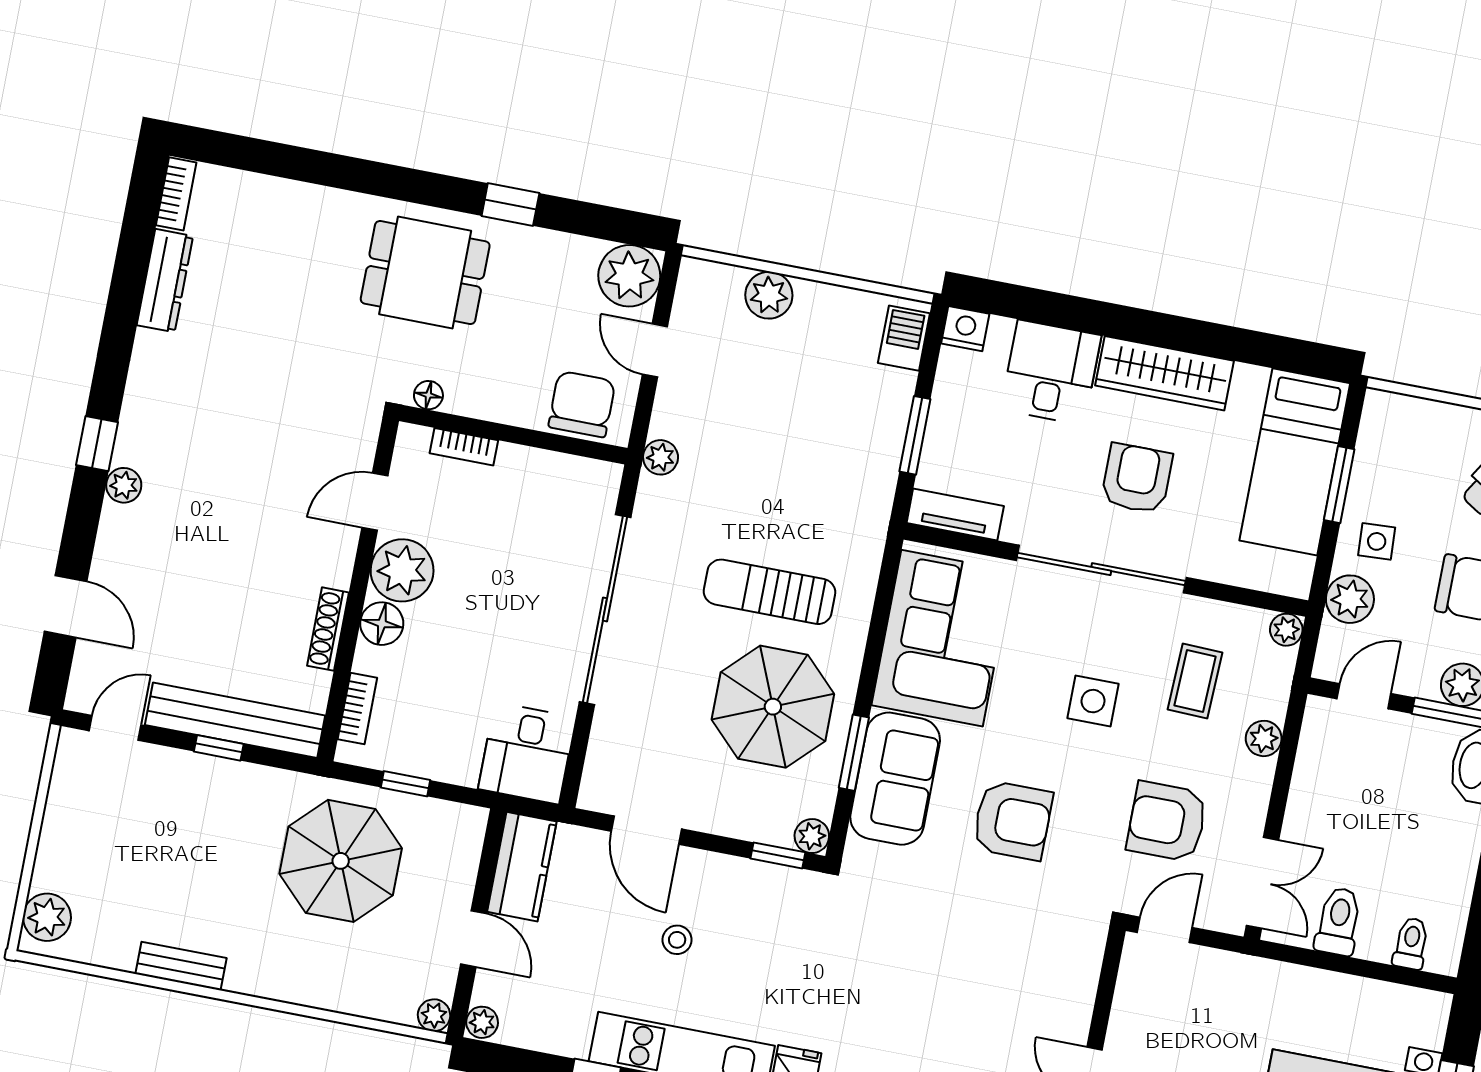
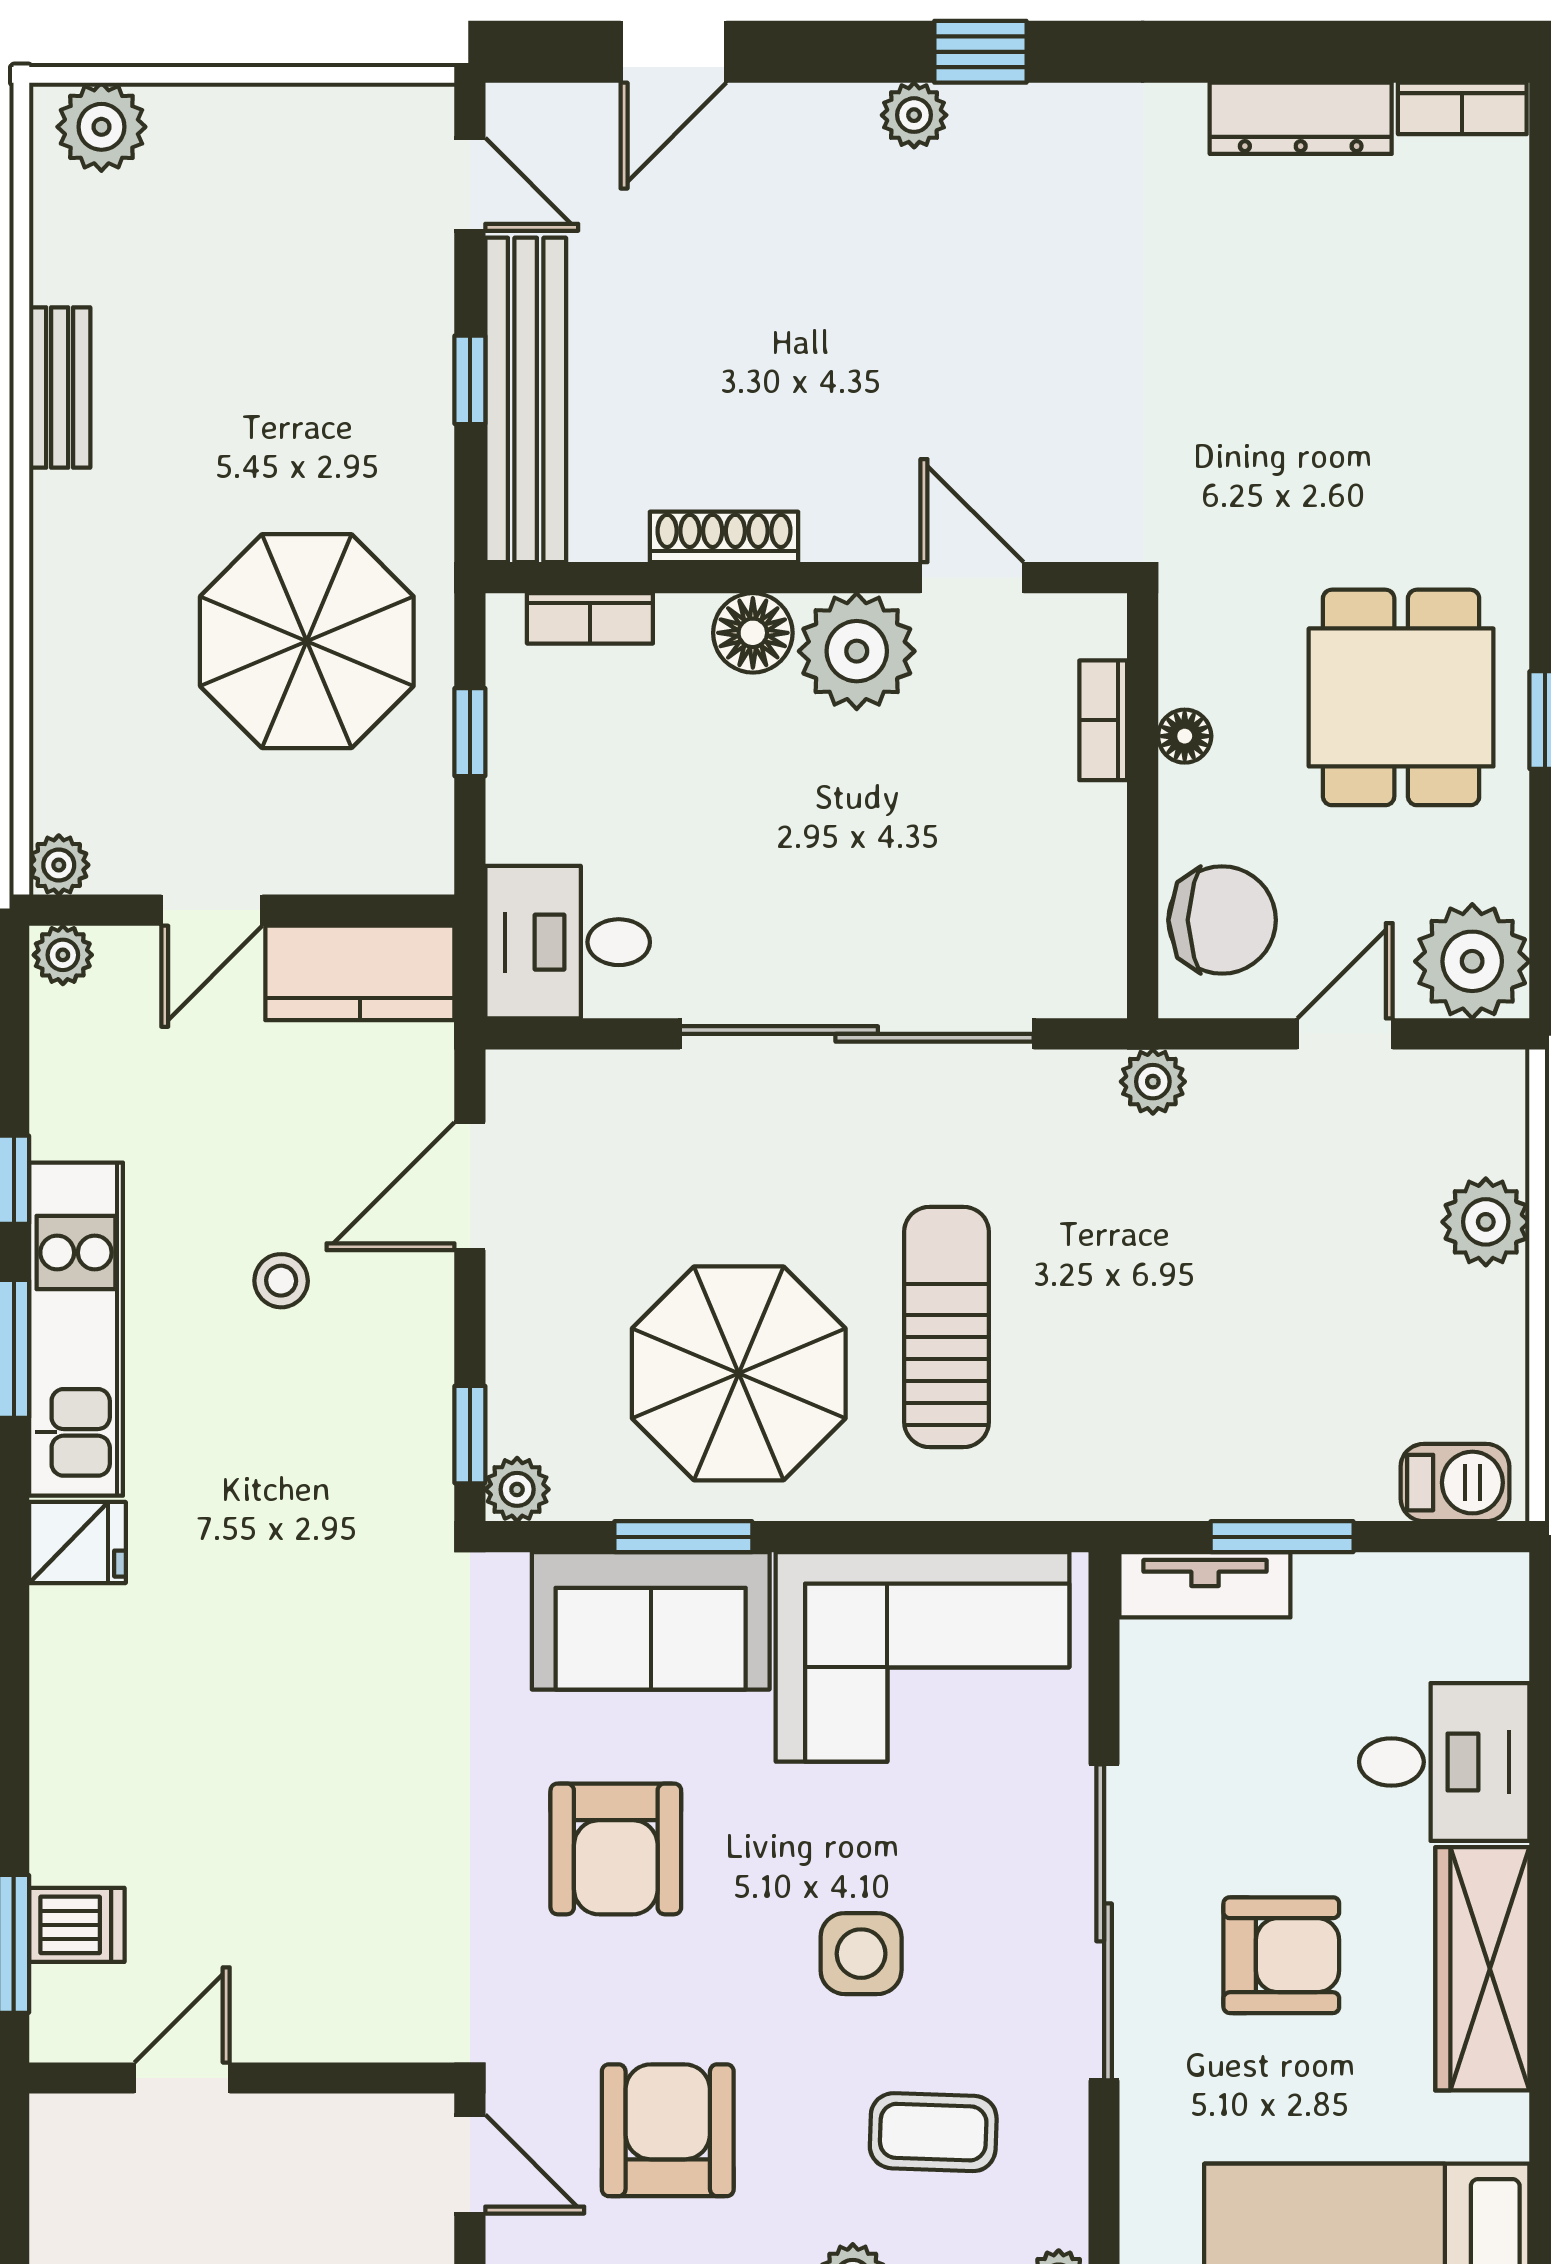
dining table: (425, 273) -> (1401, 697), moved
nightstand: (965, 329) -> (1494, 1591), removed
floor lamp: (428, 395) -> (1185, 736), moved
tv unit: (955, 514) -> (1205, 1585), moved, turned 90

